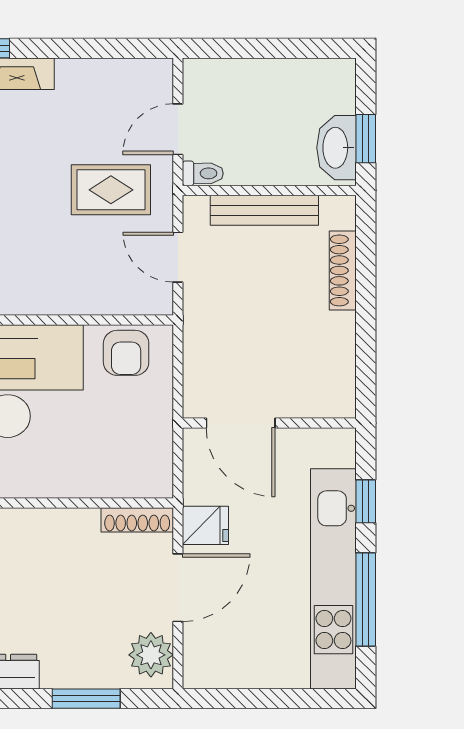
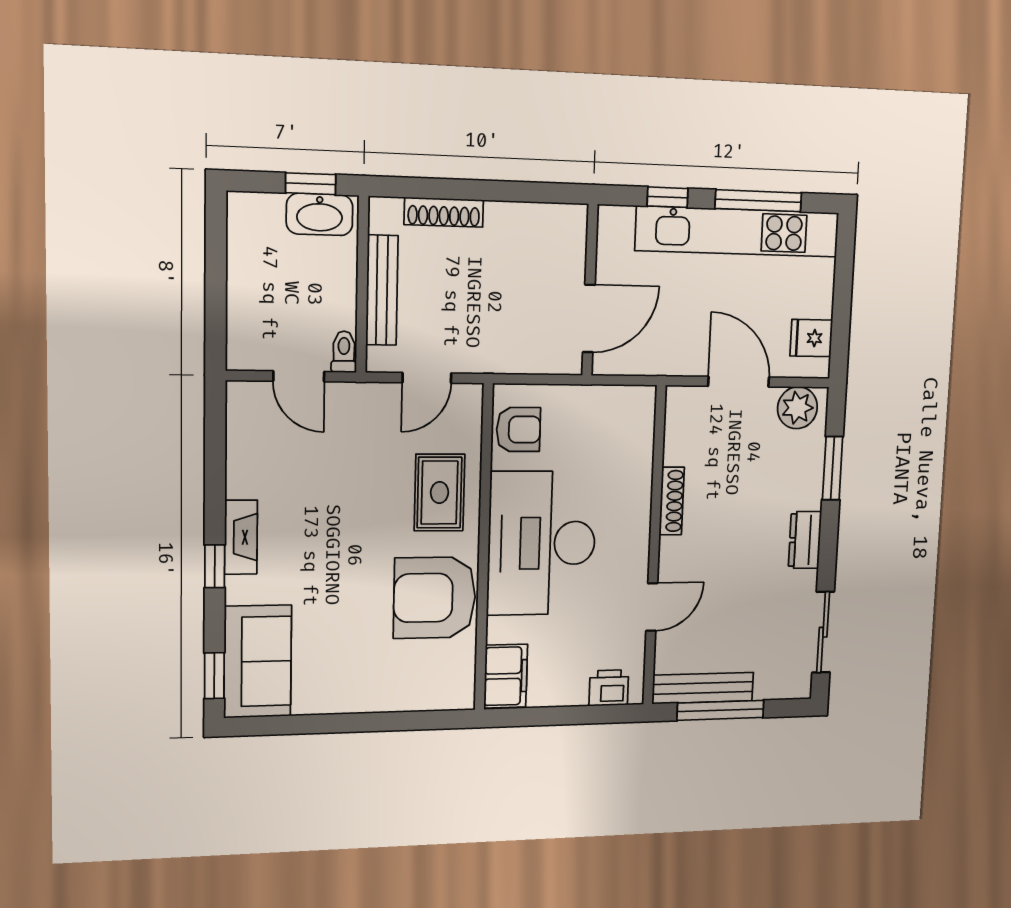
rug: (111, 190) -> (439, 493), moved
shoe rack: (137, 520) -> (672, 501), moved
fridge: (205, 525) -> (811, 338), moved, turned -90

